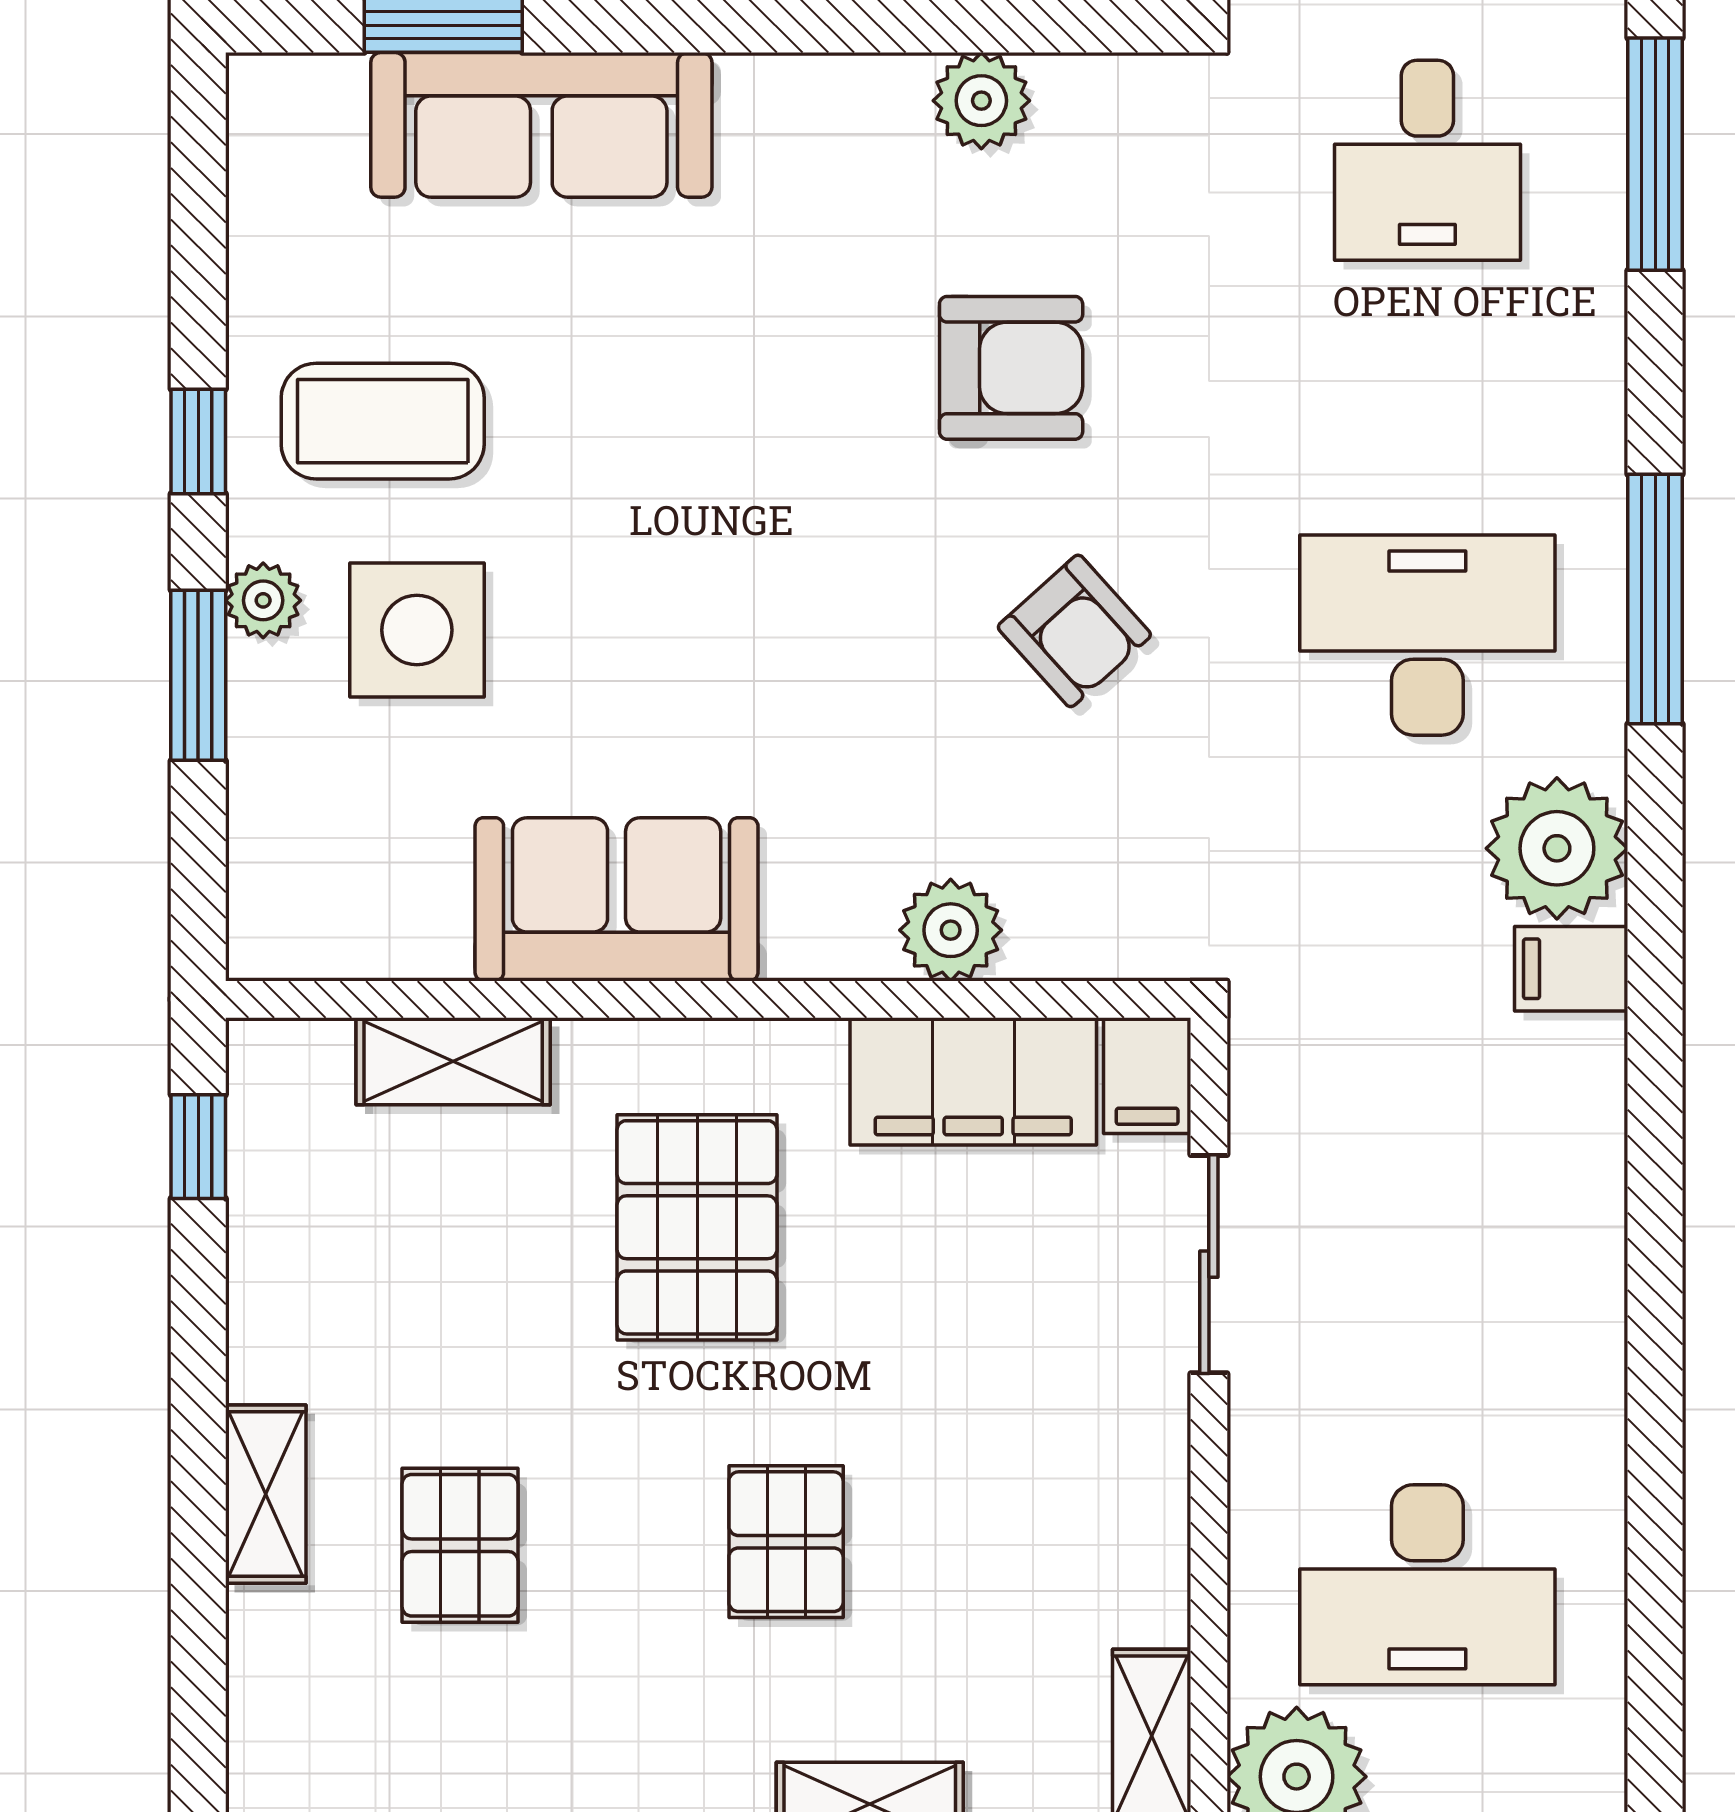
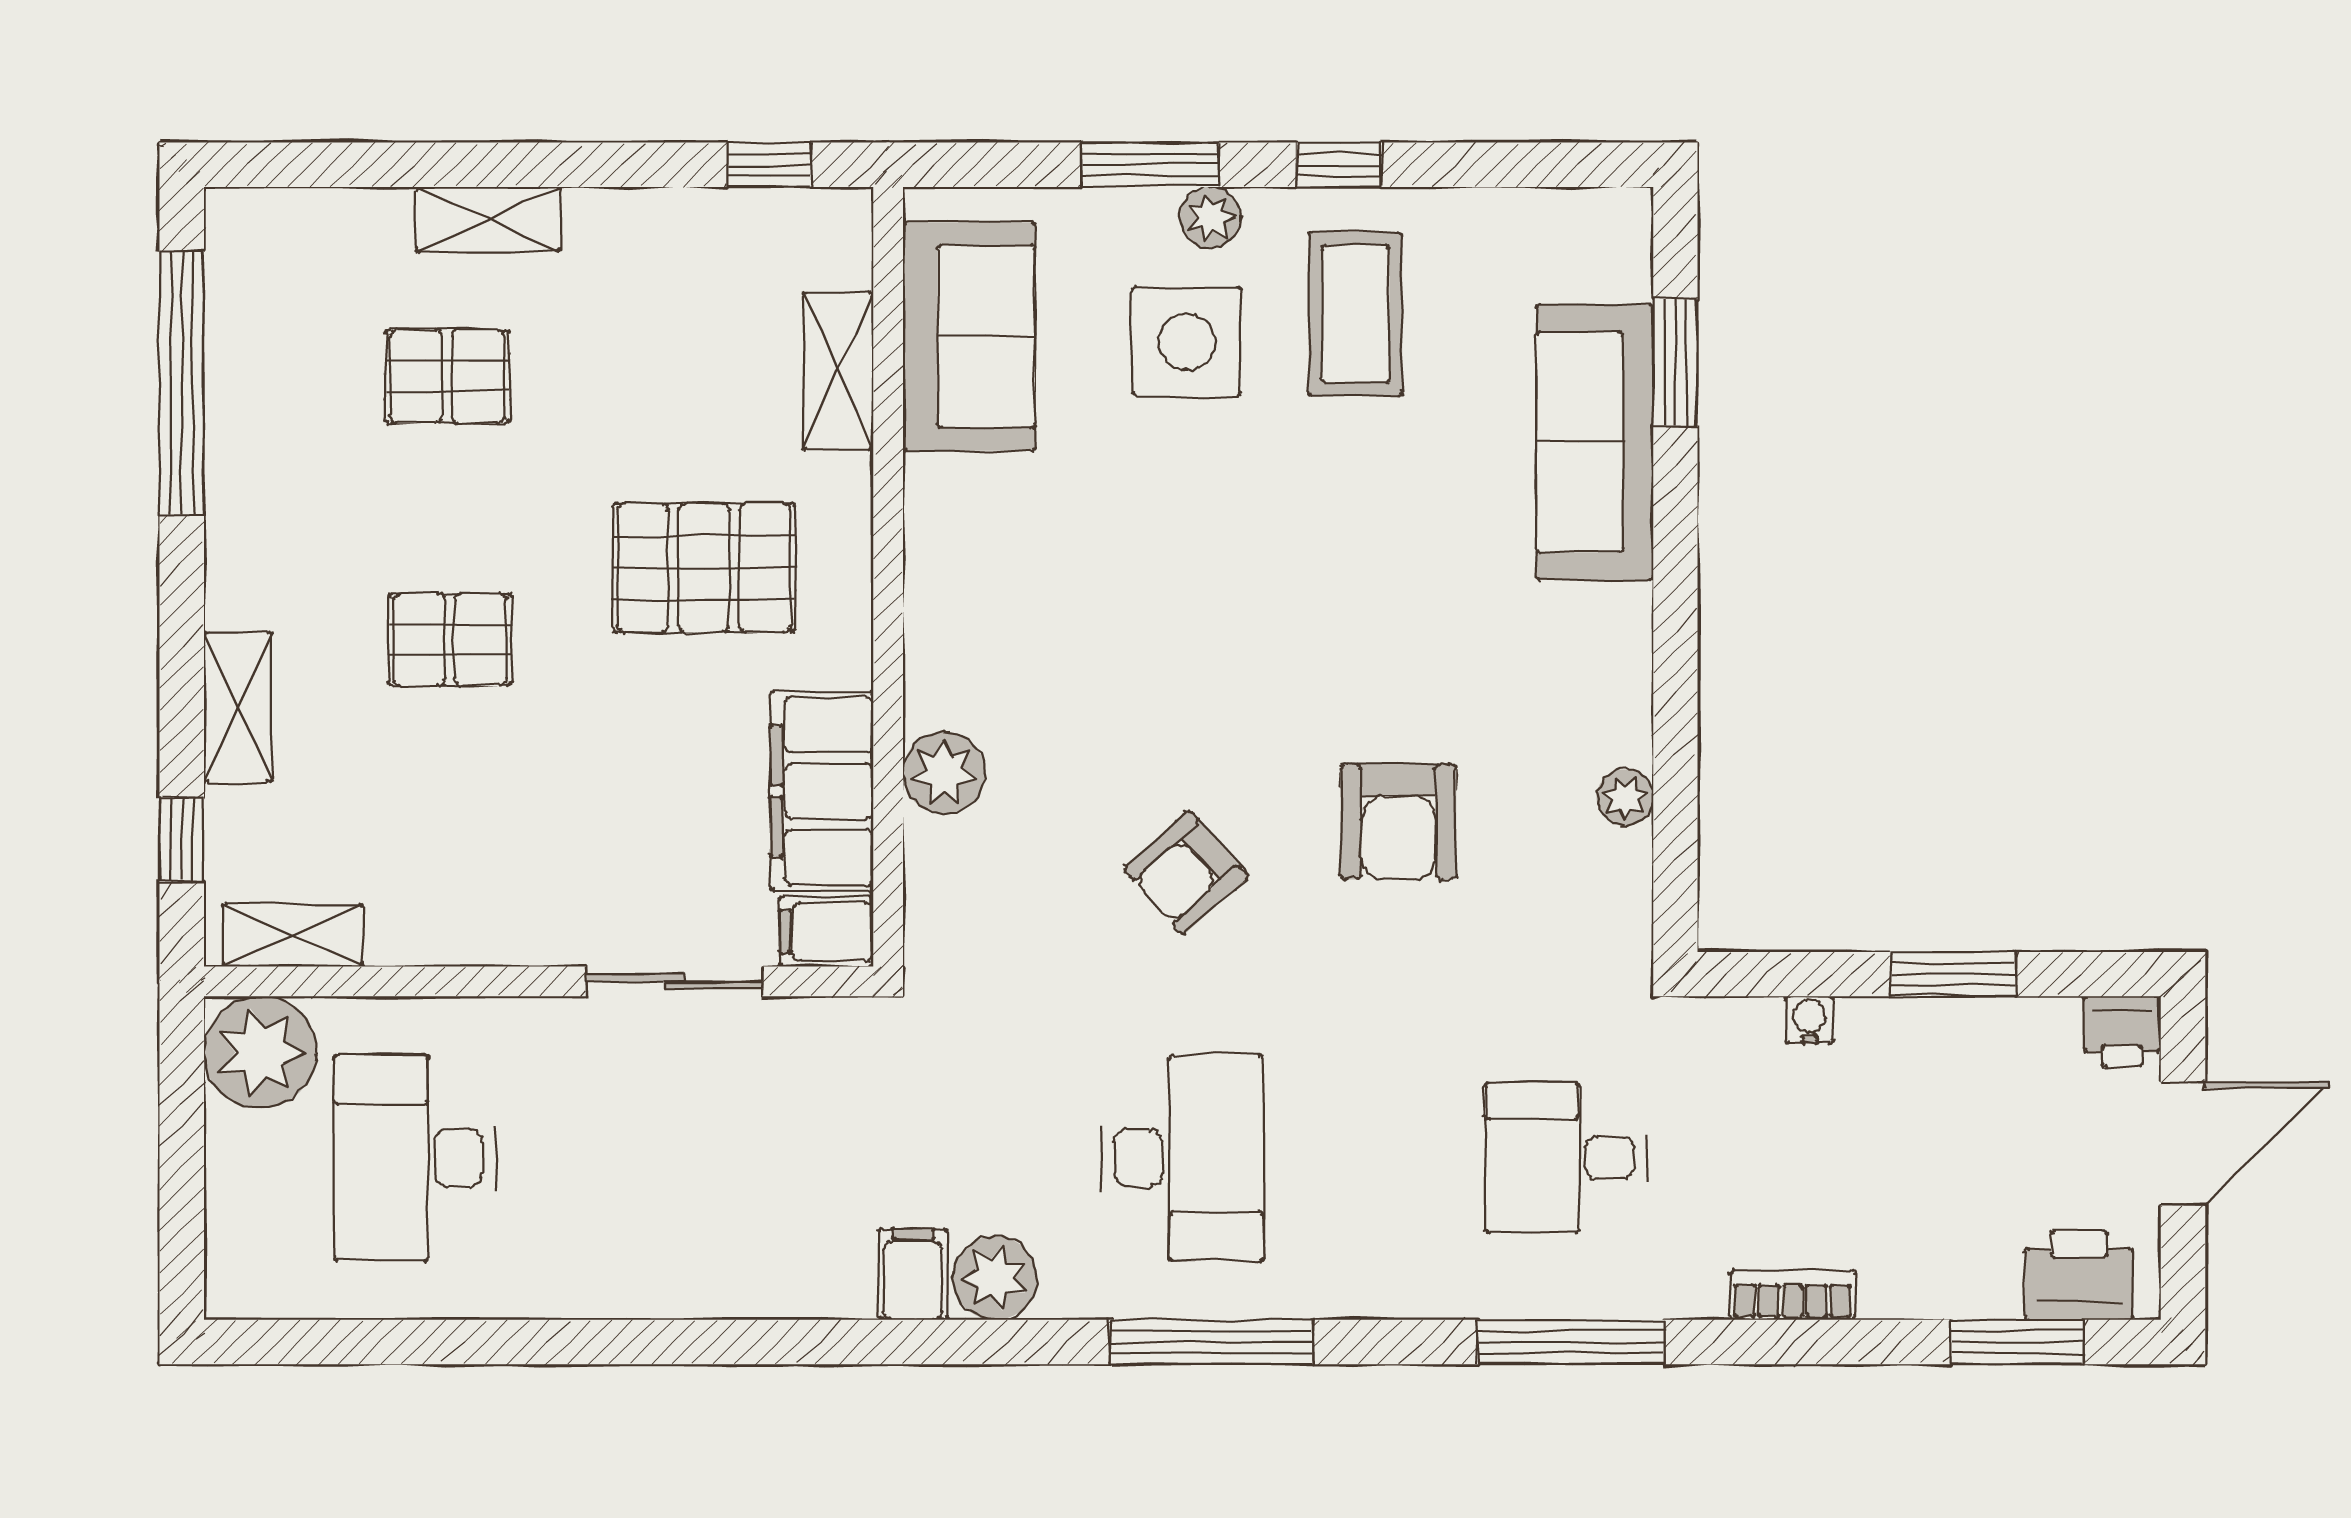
plant: (981, 101) -> (1625, 798), width x0.73, depth x0.73
plant: (1557, 848) -> (995, 1278), width x0.73, depth x0.73
sofa: (617, 899) -> (969, 337), moved

